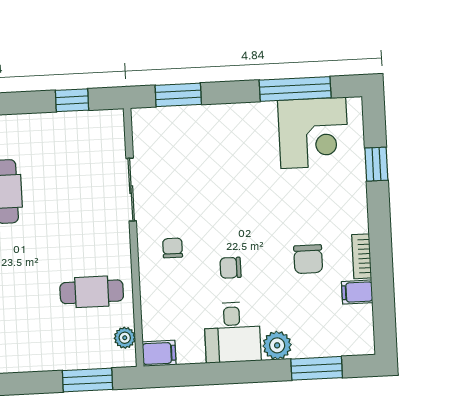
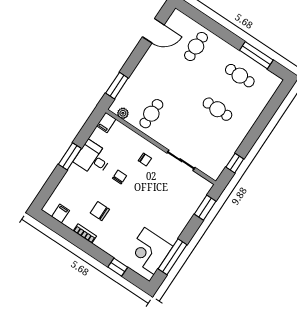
filing cabinet: (357, 292) -> (61, 214), moved
plant: (277, 345) -> (74, 173), removed
window: (317, 368) -> (70, 156), moved

